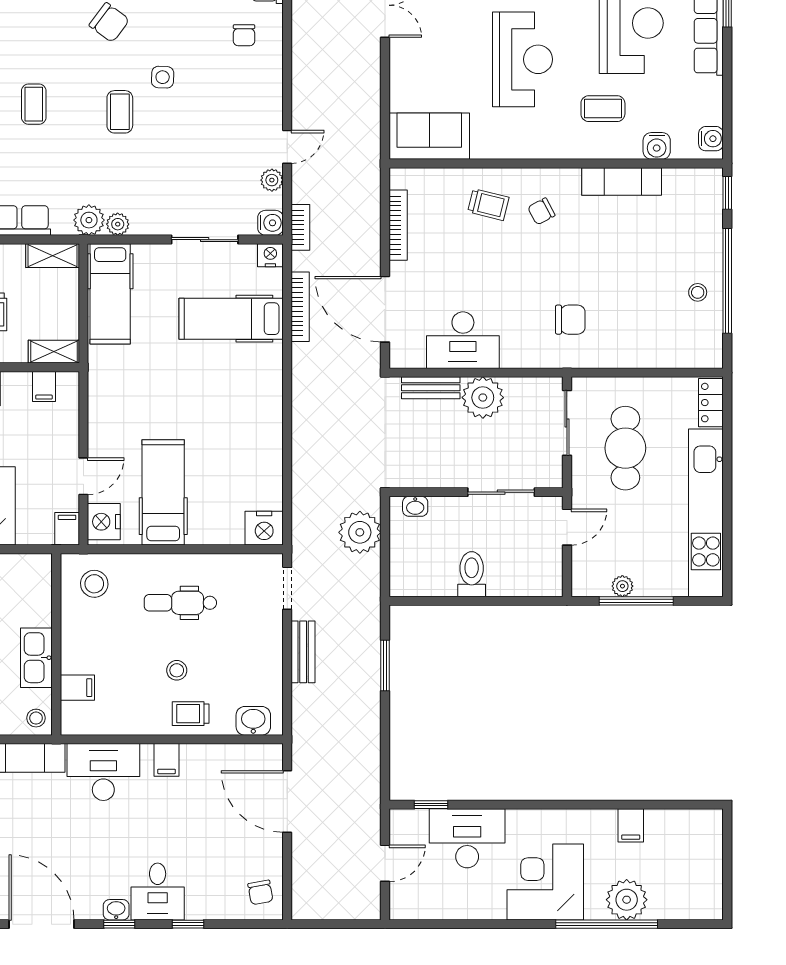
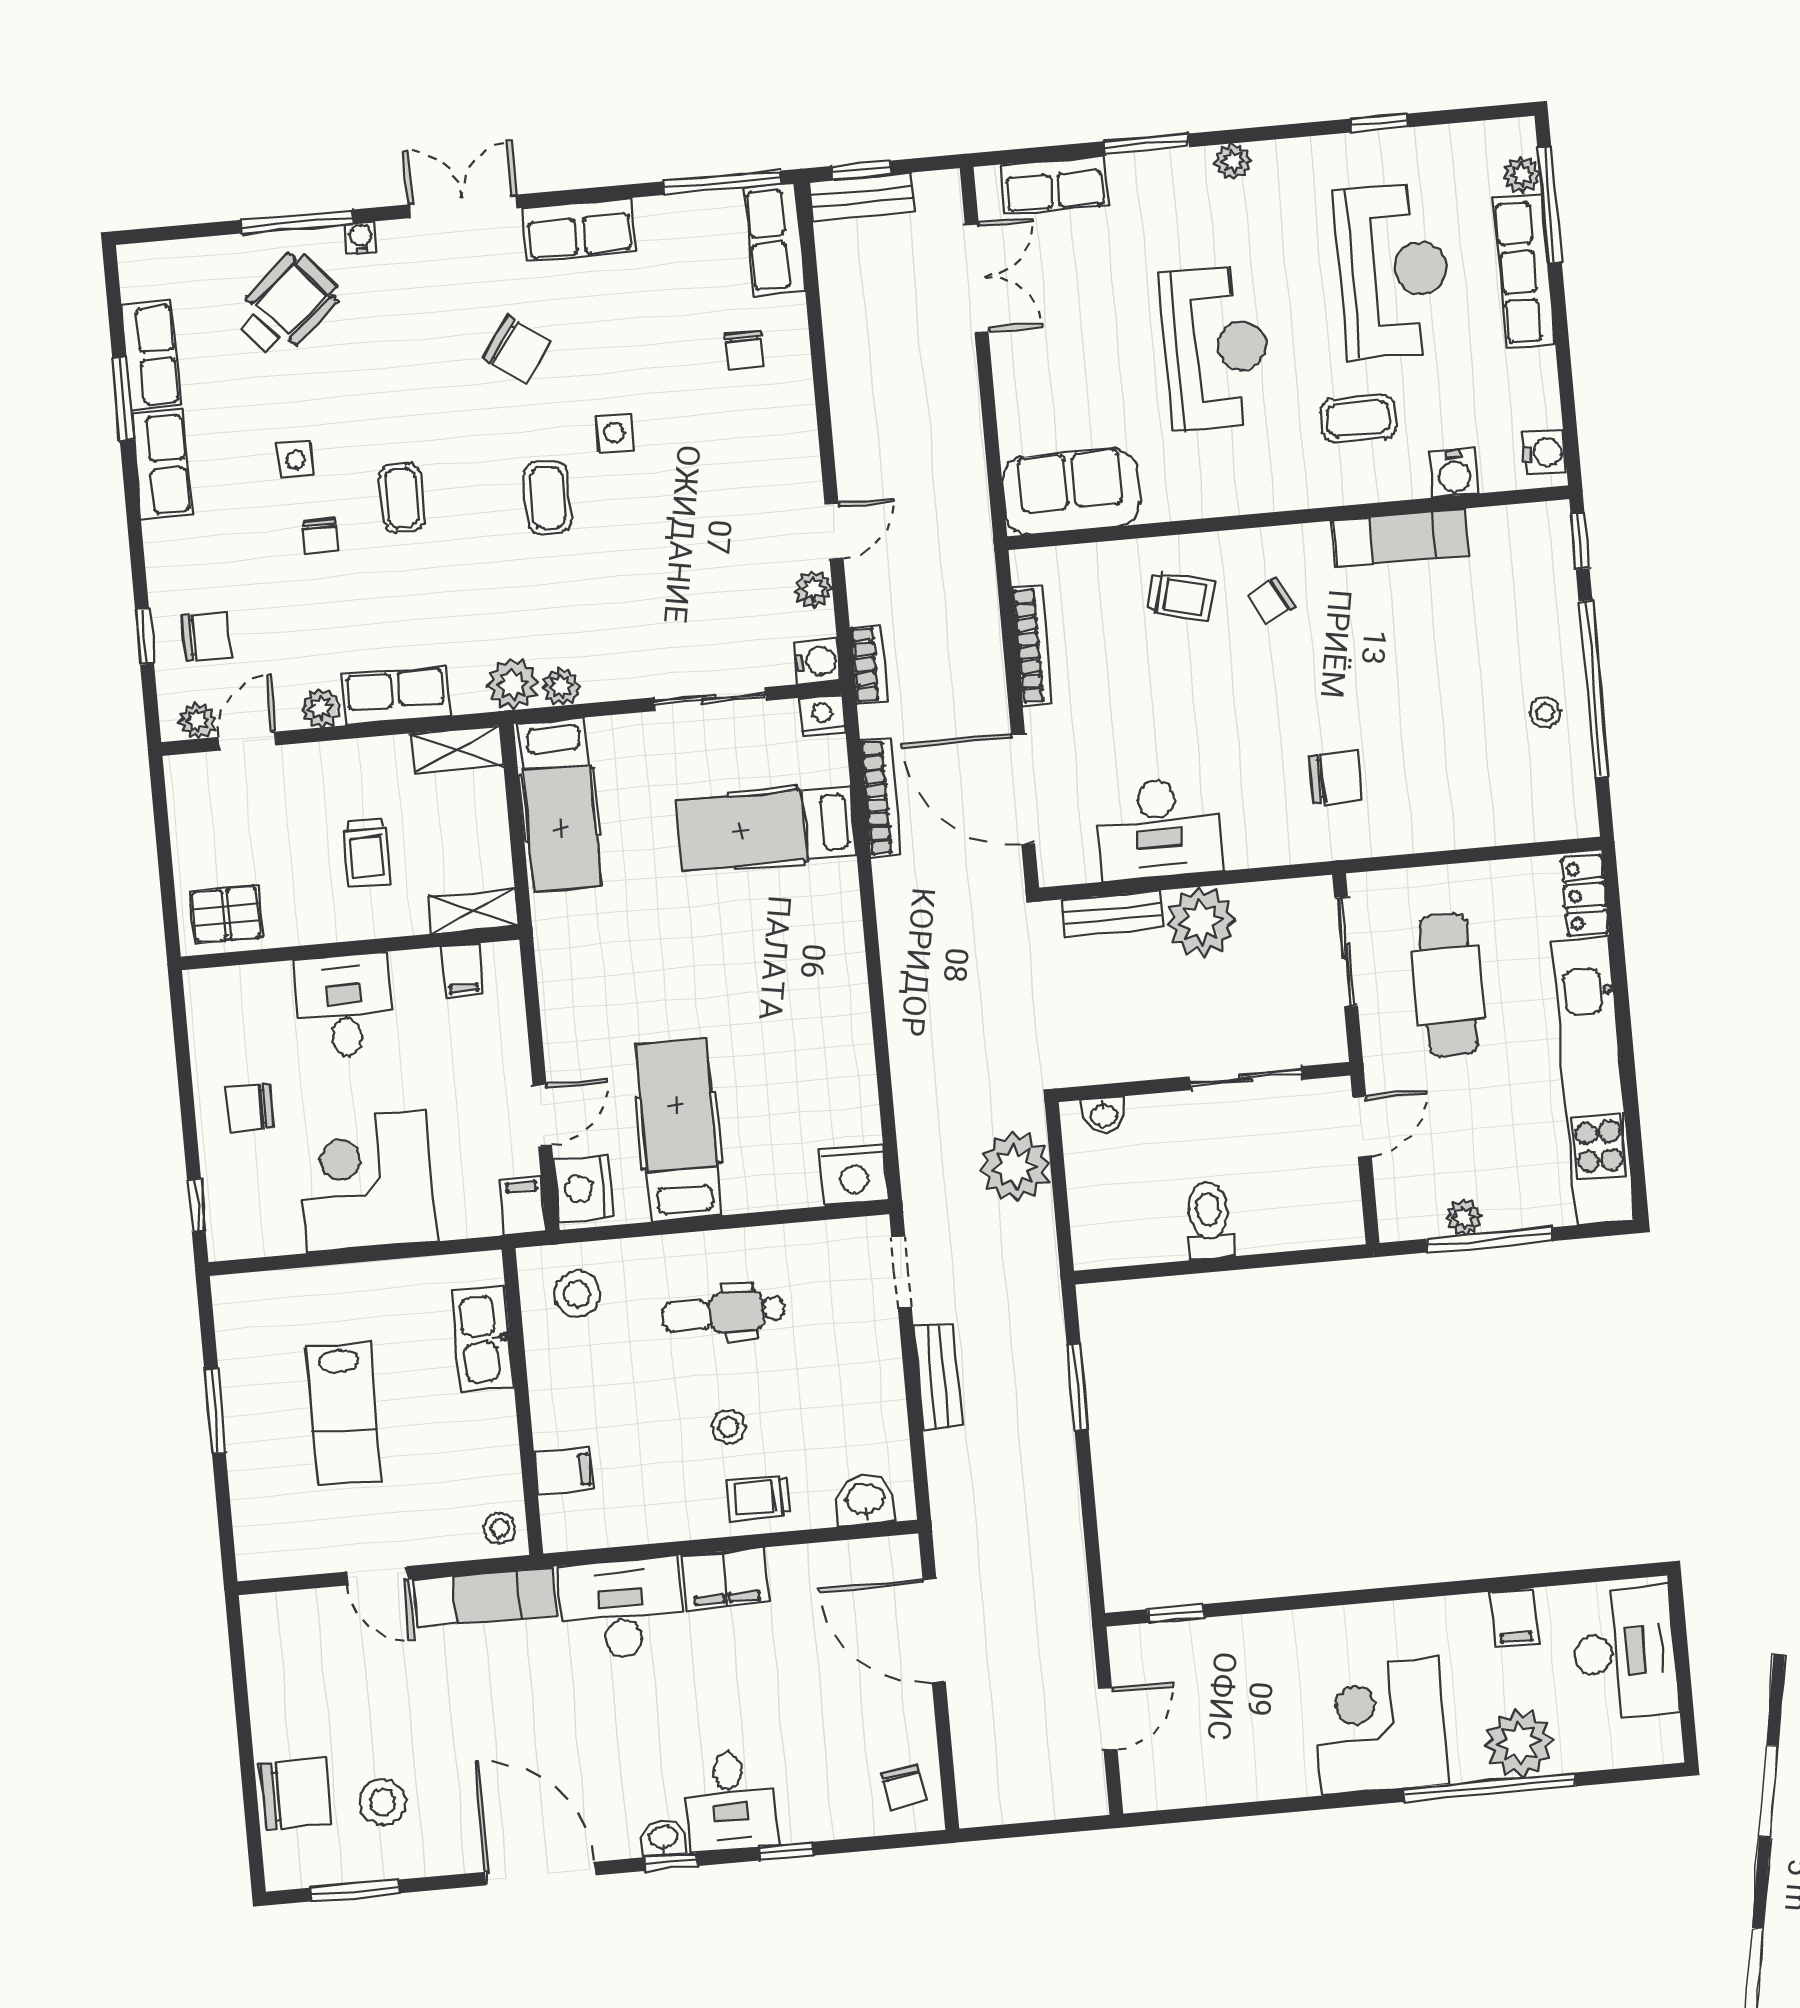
kitchen sink: (36, 658) -> (483, 1339), moved
filing cabinet: (167, 760) -> (725, 1579), width x2.00
desk: (467, 838) -> (1624, 1652), moved, turned 90

